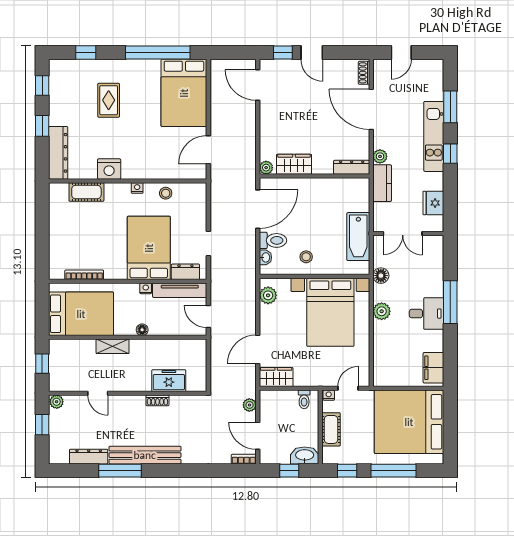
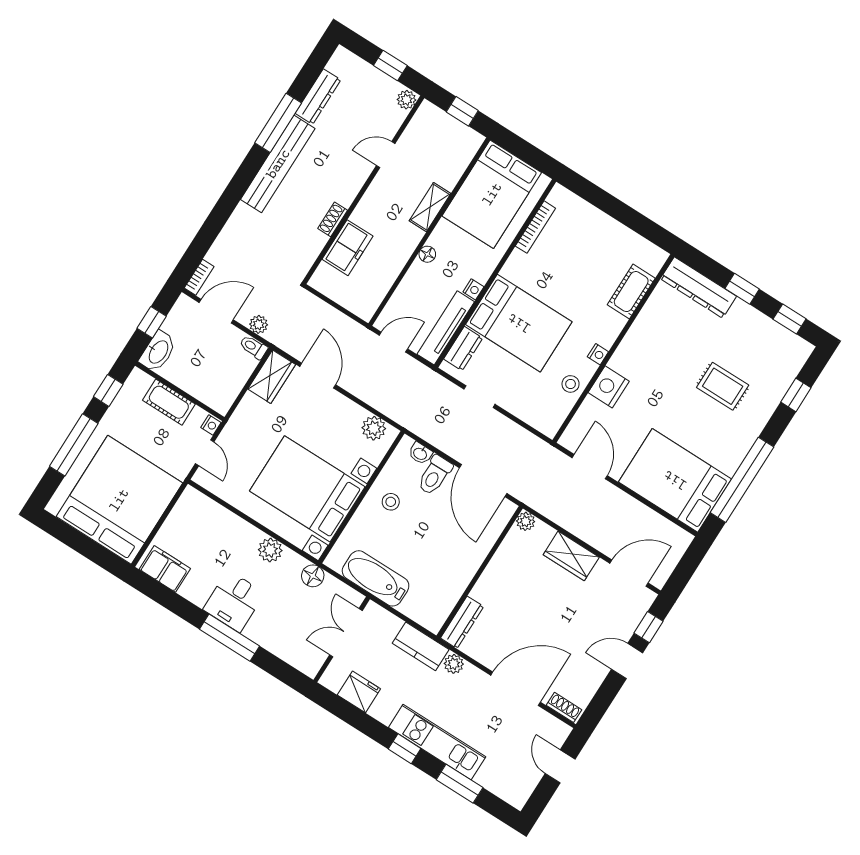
wardrobe: (294, 164) -> (571, 556), moved, turned 90
nightstand: (109, 169) -> (609, 387), moved
toilet: (304, 399) -> (253, 347), moved

